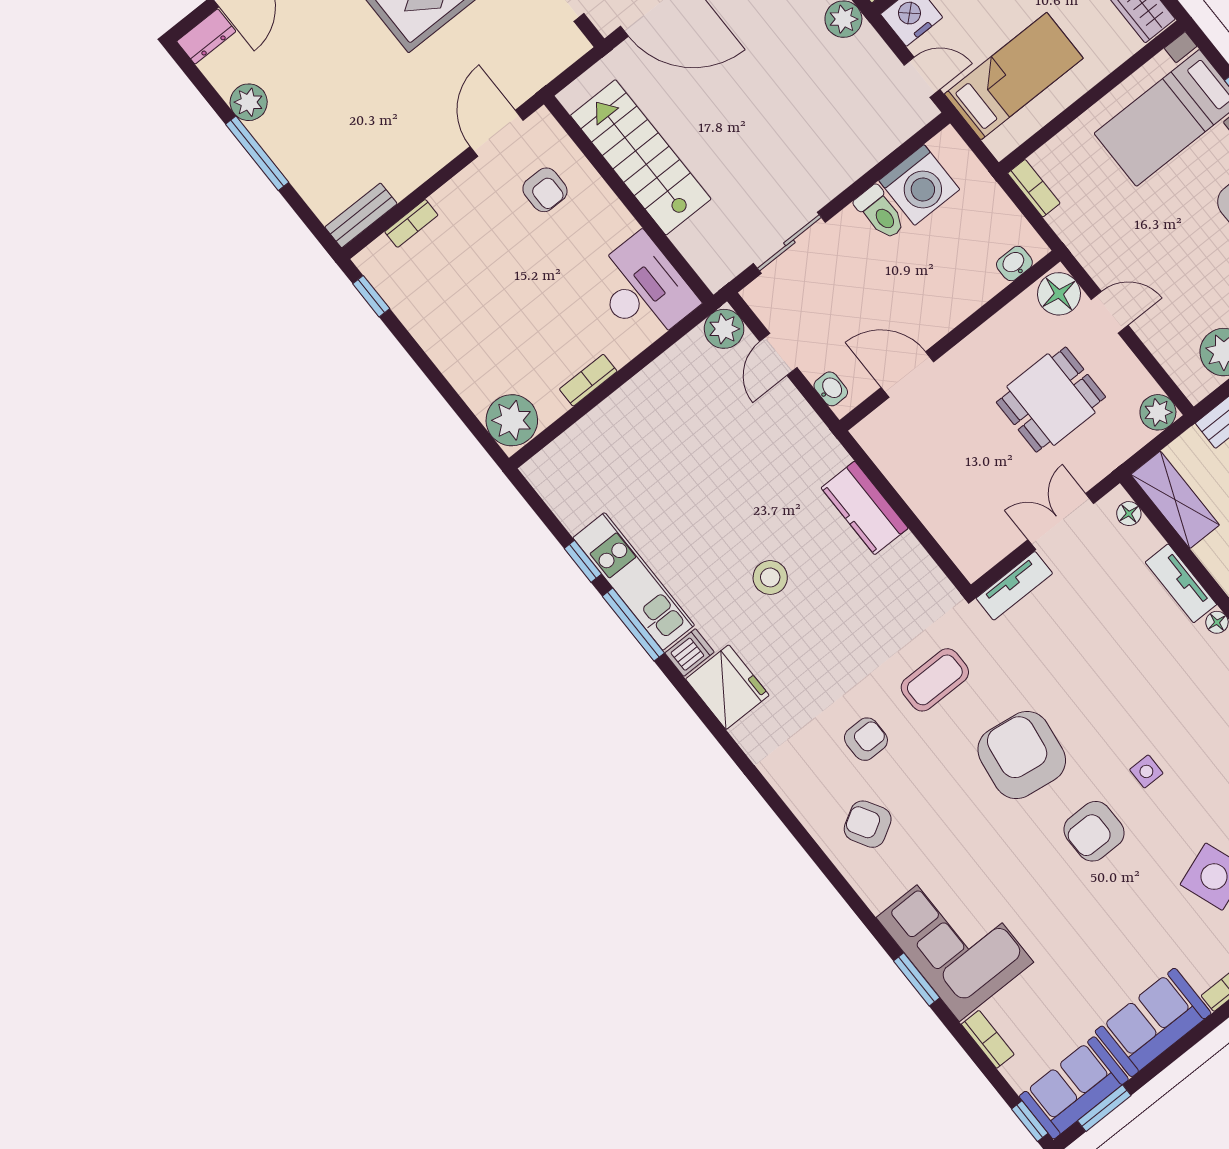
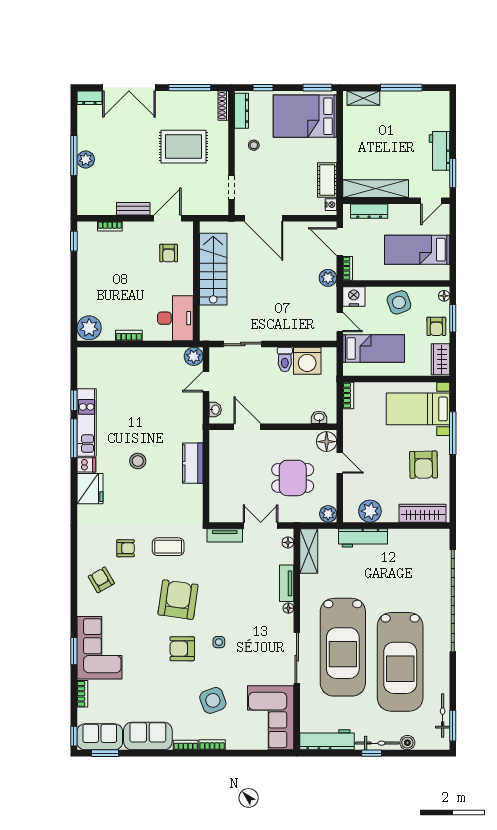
plant: (249, 102) -> (86, 160), moved
bench: (361, 215) -> (133, 209), moved

